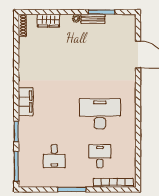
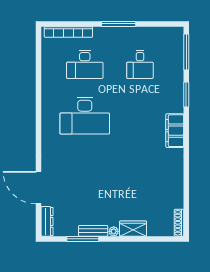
wardrobe: (48, 21) -> (133, 229), moved
dresser: (131, 27) -> (47, 221), added
desk: (54, 156) -> (140, 64), turned 180
desk: (100, 156) -> (85, 64), width x1.37

